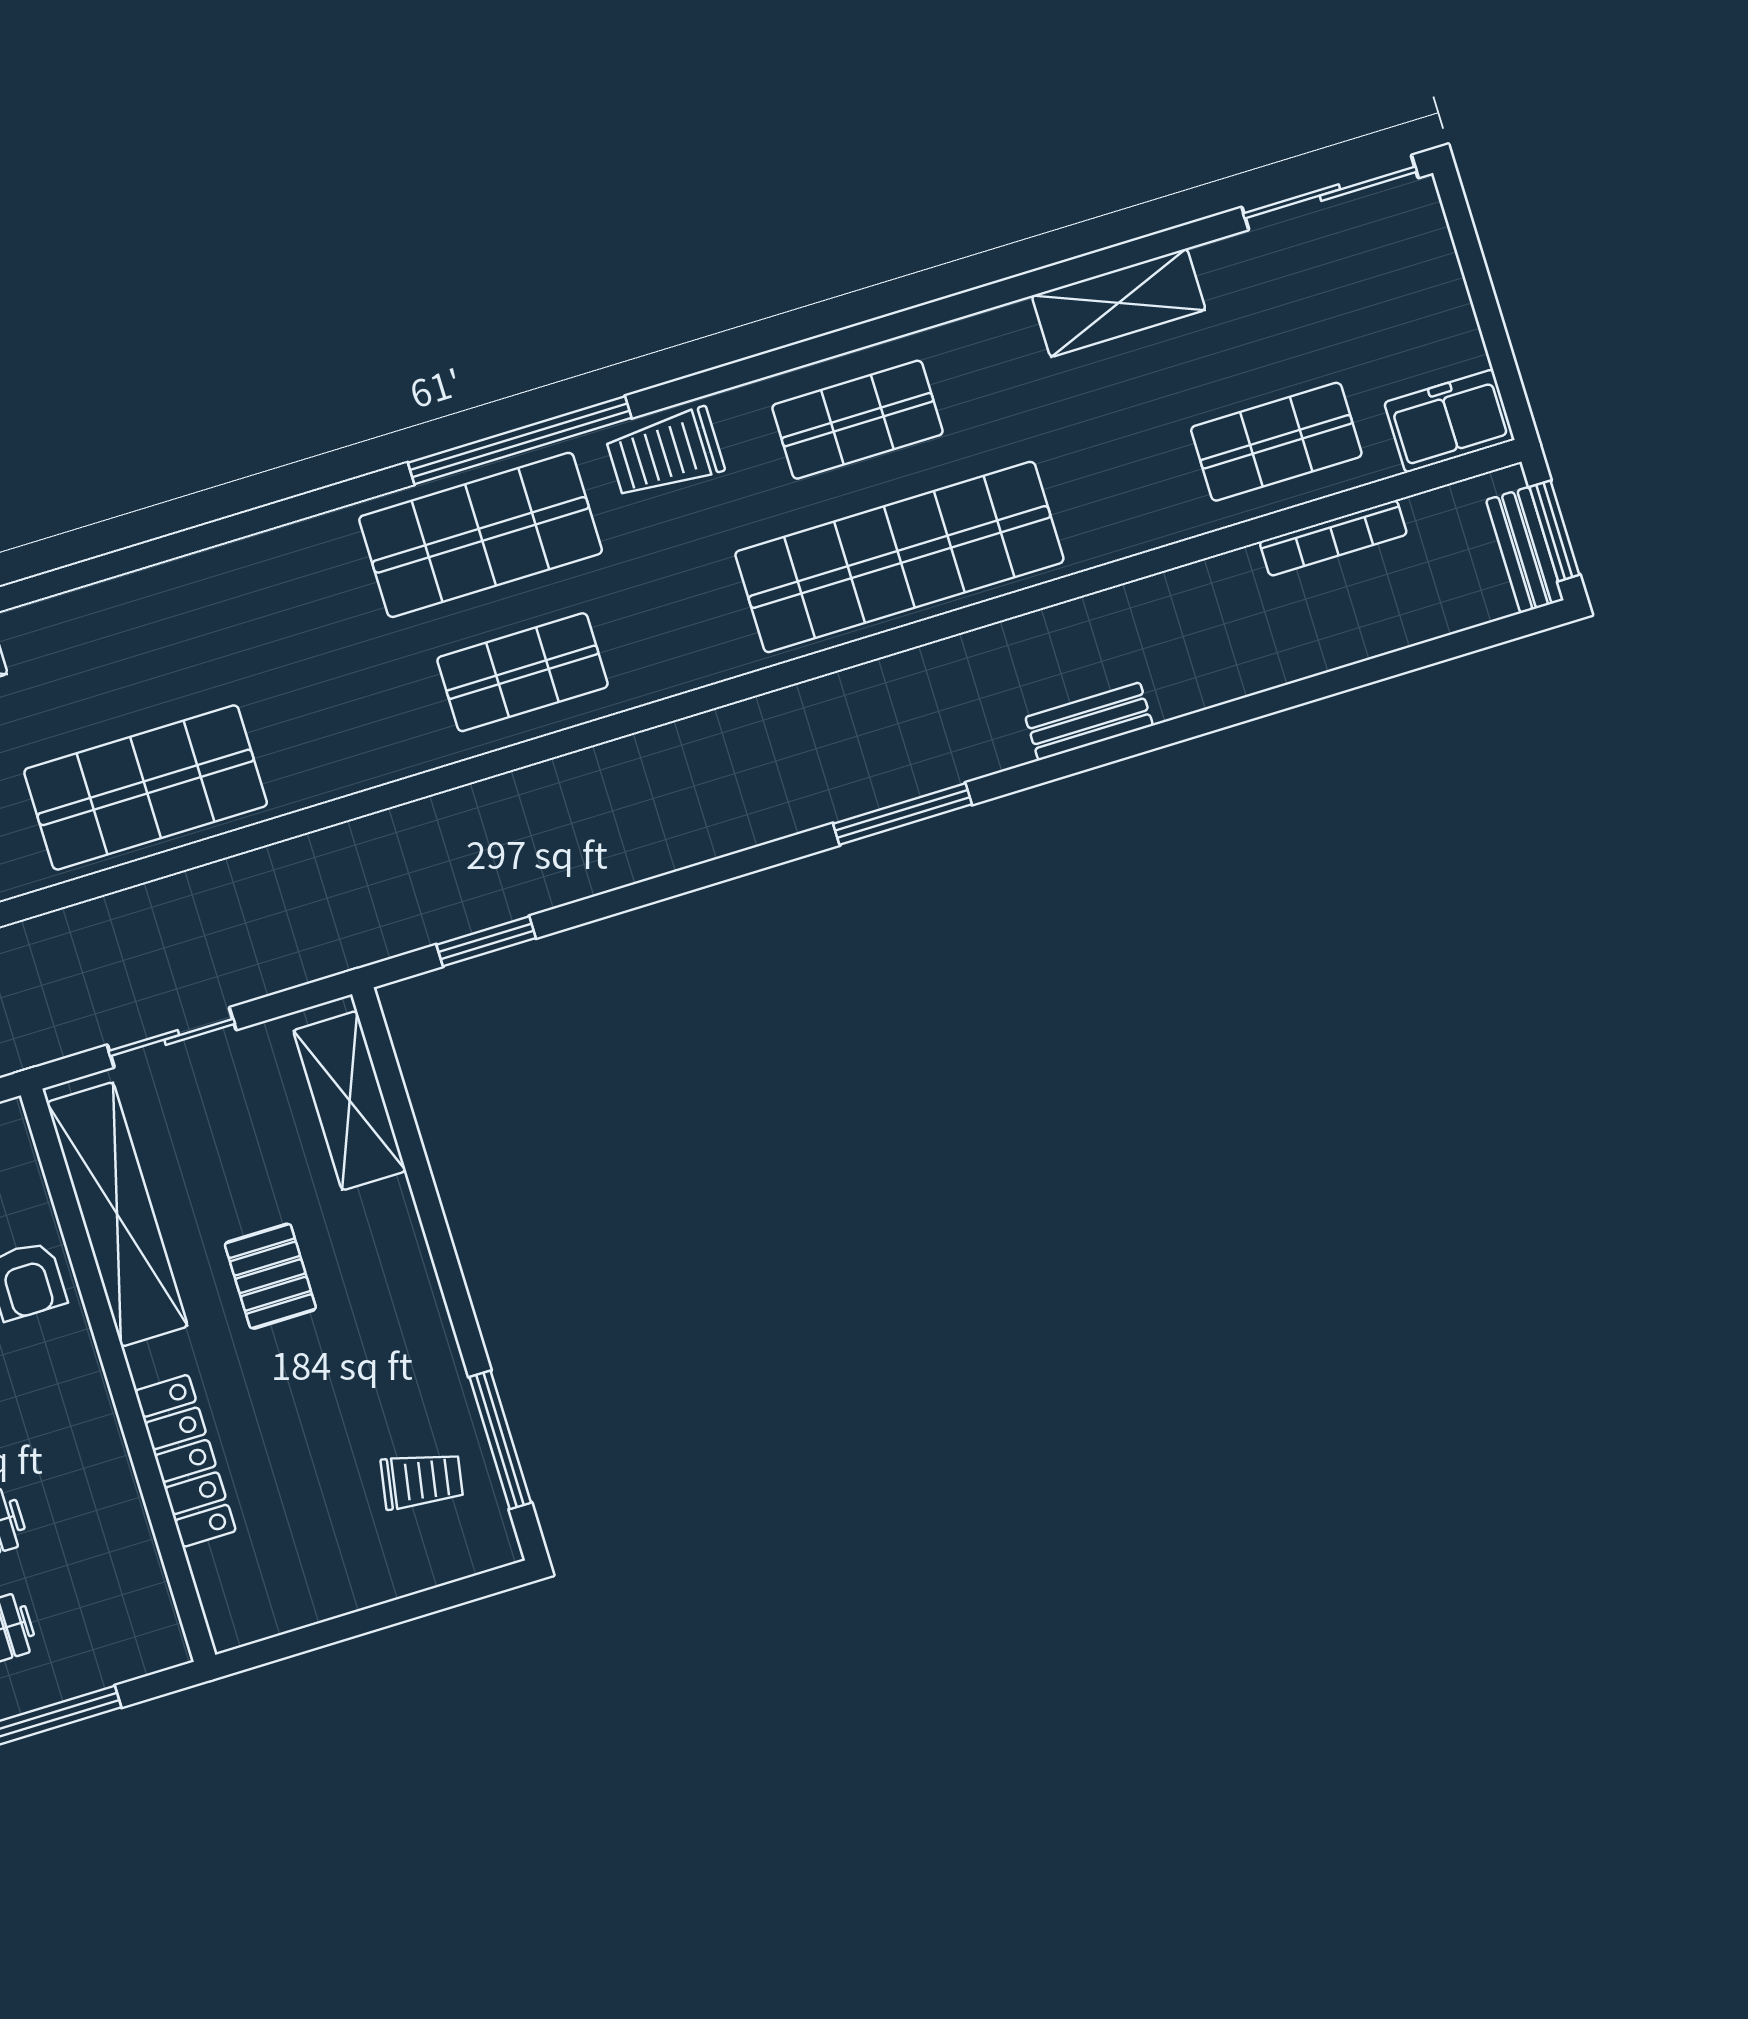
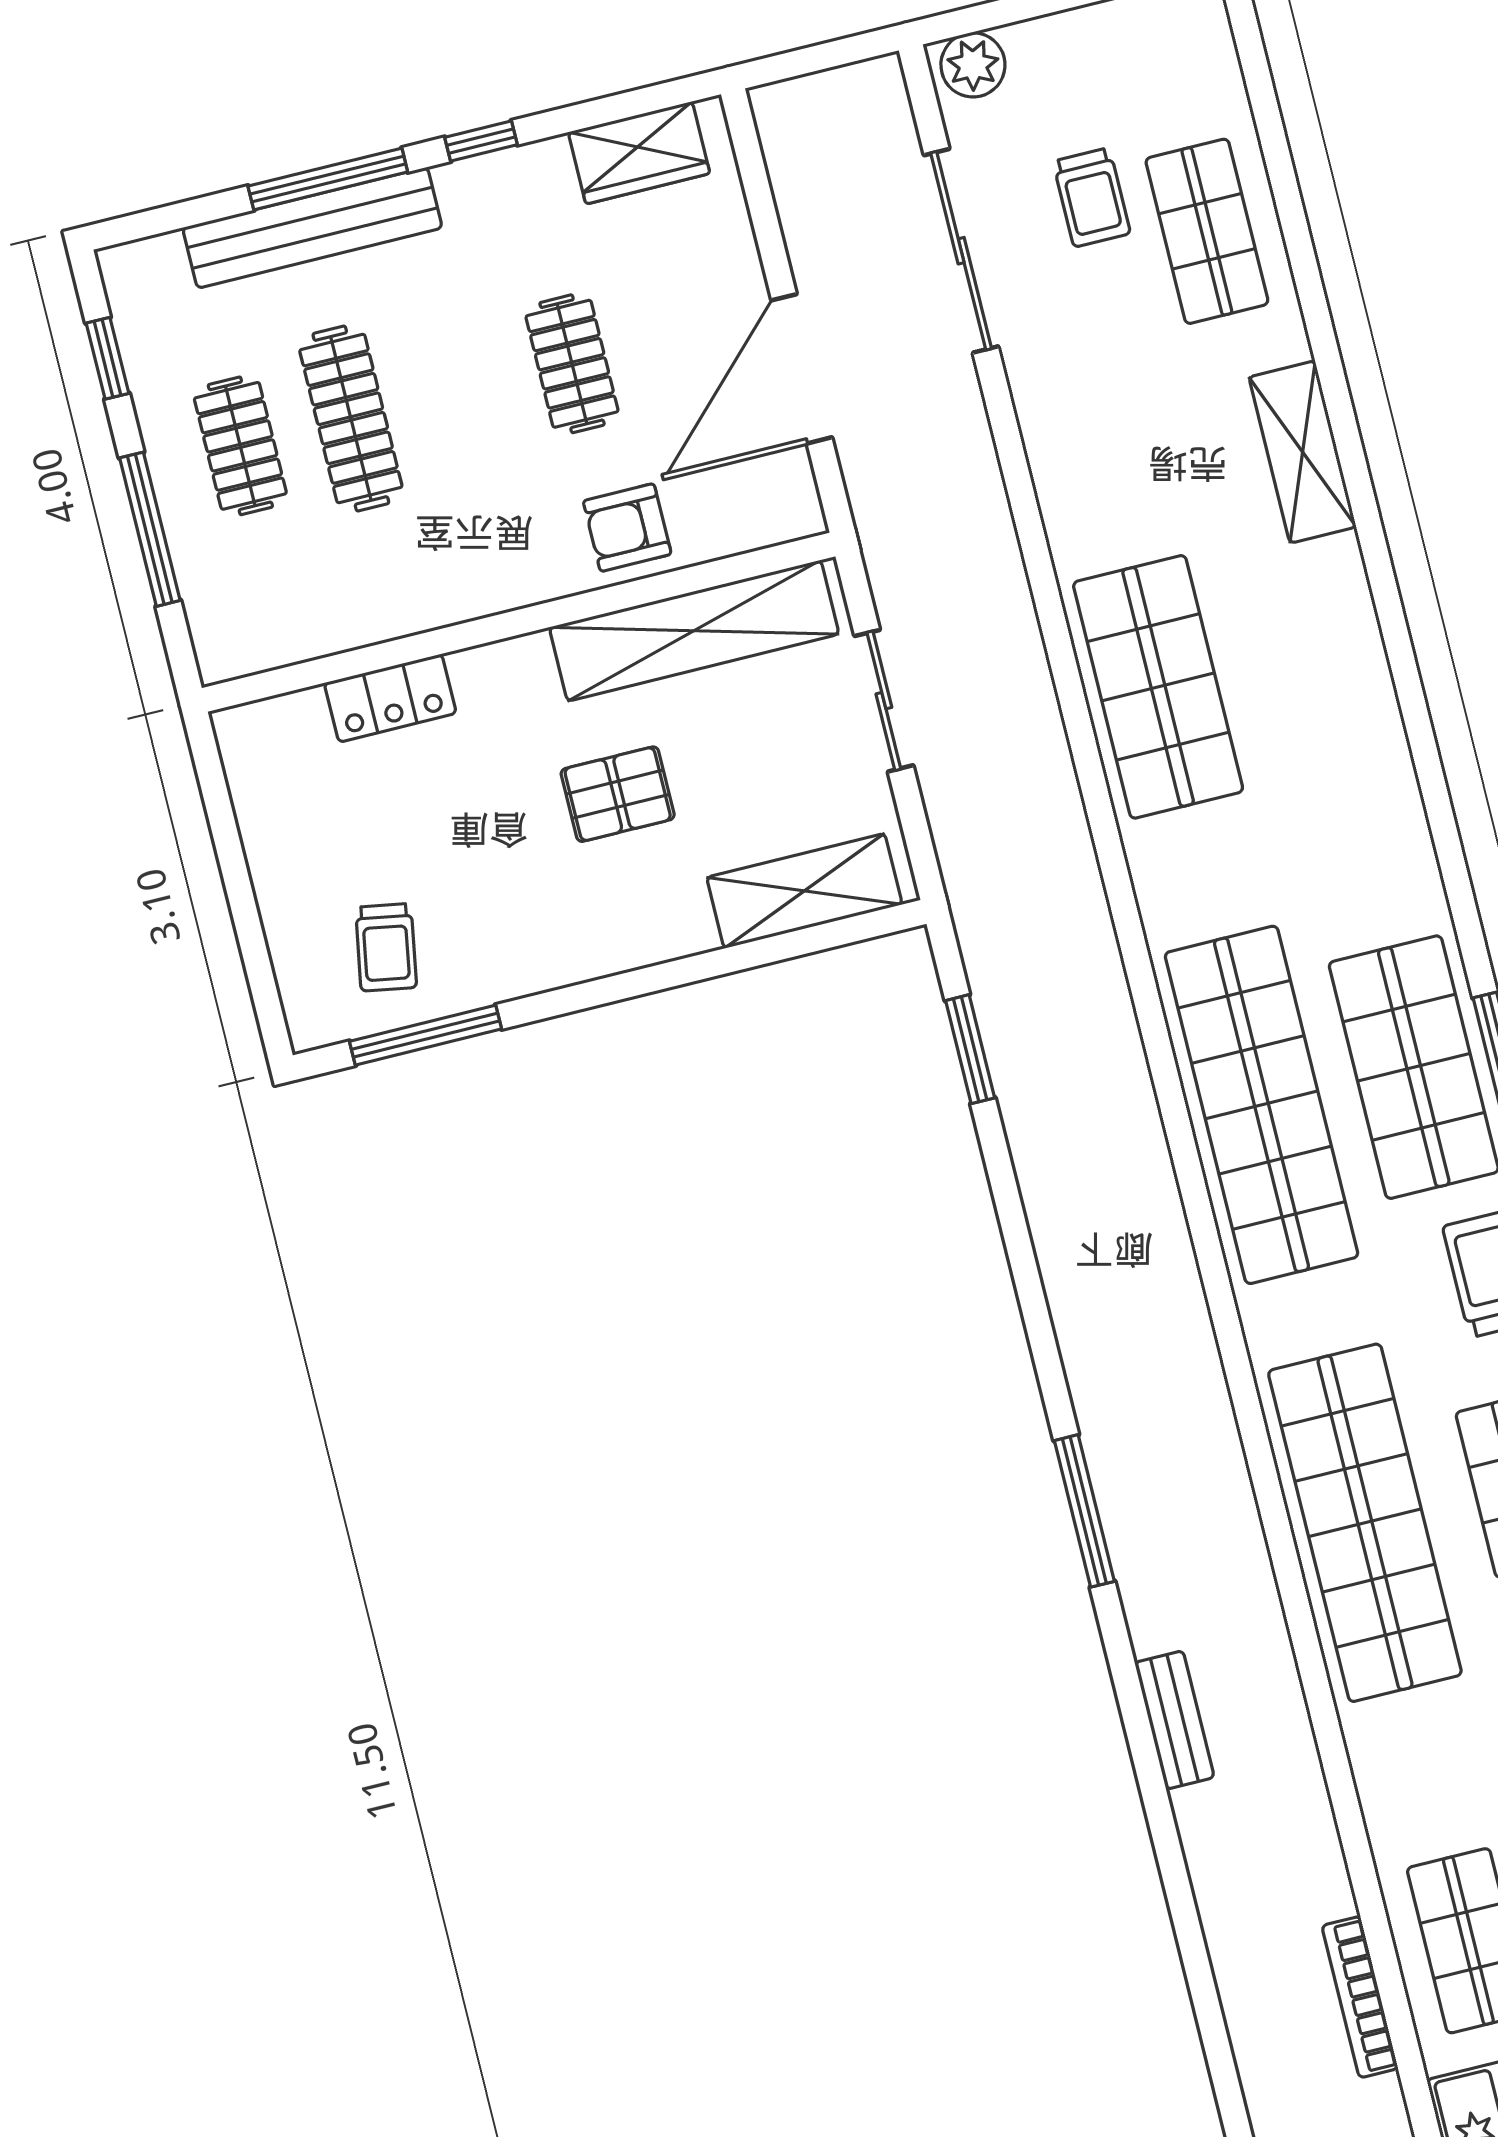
shop shelf: (523, 672) -> (1262, 1105), width x2.00, depth x1.36
locker: (185, 1461) -> (390, 698), width x0.66

